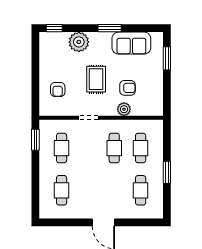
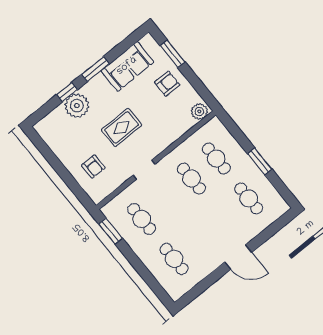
window: (54, 28) -> (67, 92), moved
rug: (96, 79) -> (122, 127), turned 90
armchair: (128, 88) -> (167, 84), moved
plant: (124, 109) -> (199, 112), moved

